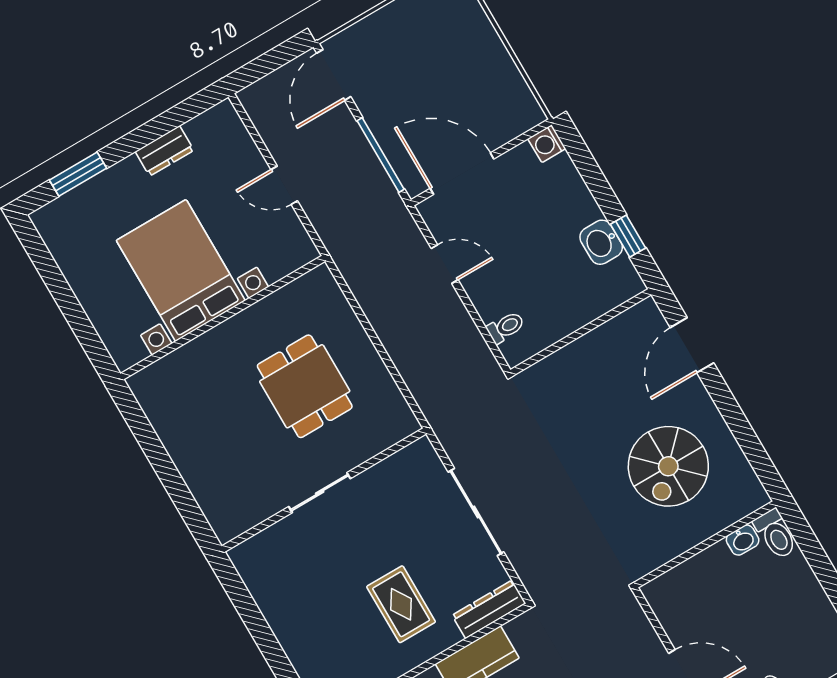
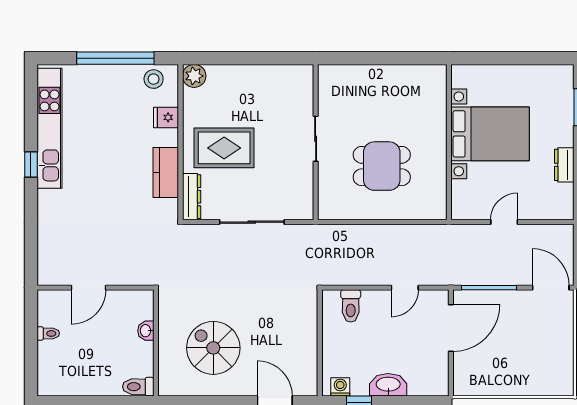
washing machine: (547, 144) -> (340, 387), moved
washbasin: (601, 242) -> (388, 385), moved, width x1.38
toilet: (506, 327) -> (351, 306), width x1.37, depth x1.39
washbasin: (743, 540) -> (146, 331), moved
rug: (401, 604) -> (224, 148), width x1.36, depth x1.43

